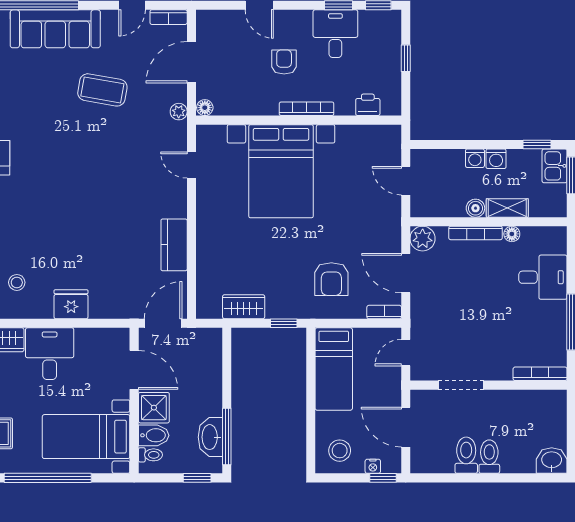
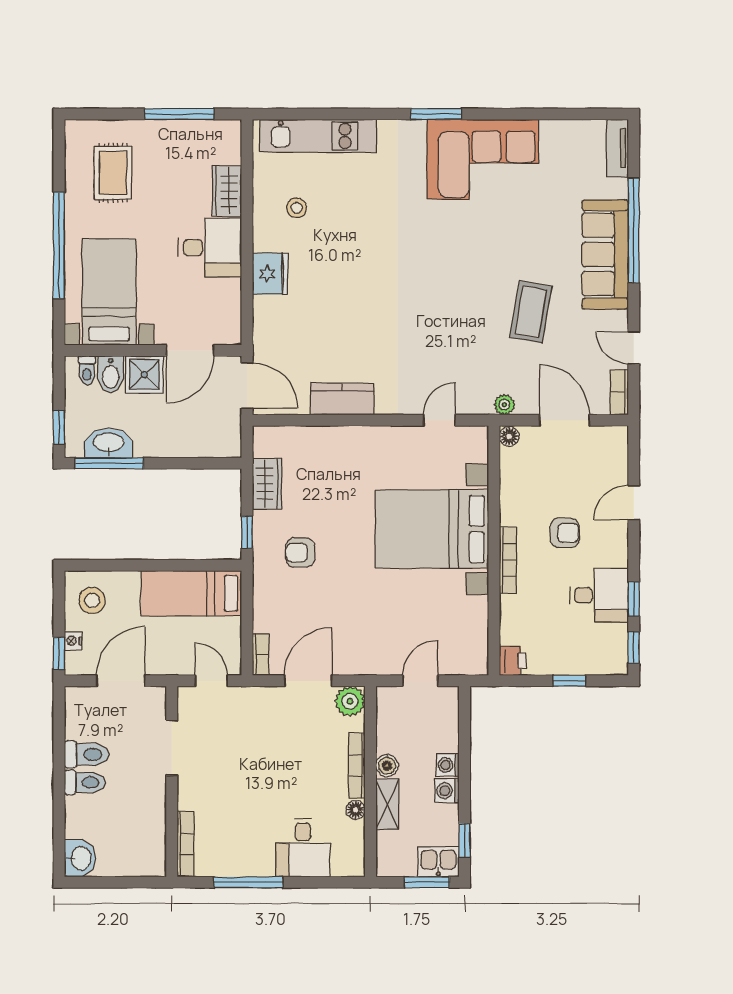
printer: (368, 105) -> (513, 661), moved
armchair: (331, 279) -> (300, 552), moved, width x0.72, depth x0.72

